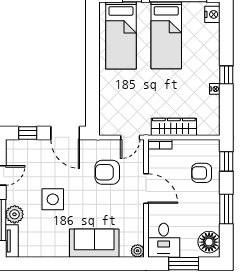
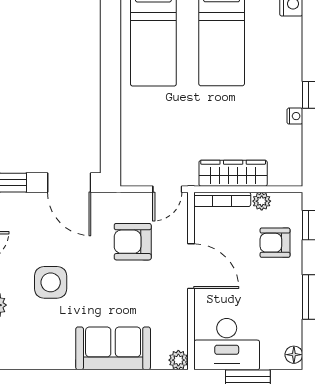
bookcase: (160, 144) -> (222, 199), width x1.56
plant: (193, 145) -> (262, 201), added
desk: (164, 240) -> (227, 344), width x1.37
floor lamp: (209, 242) -> (294, 355), width x0.53, depth x0.53

